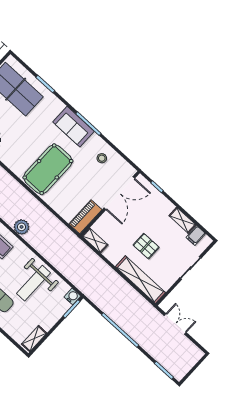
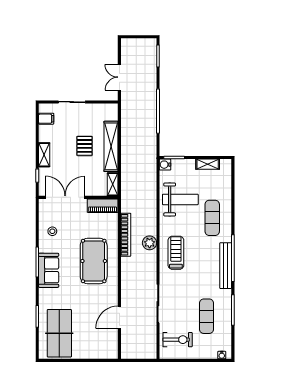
pool table: (48, 169) -> (94, 261), turned 90
bookcase: (45, 214) -> (126, 235), added
shelving: (182, 220) -> (44, 155), moved
shelving: (140, 280) -> (111, 146), moved
shelving: (34, 339) -> (208, 164), moved

